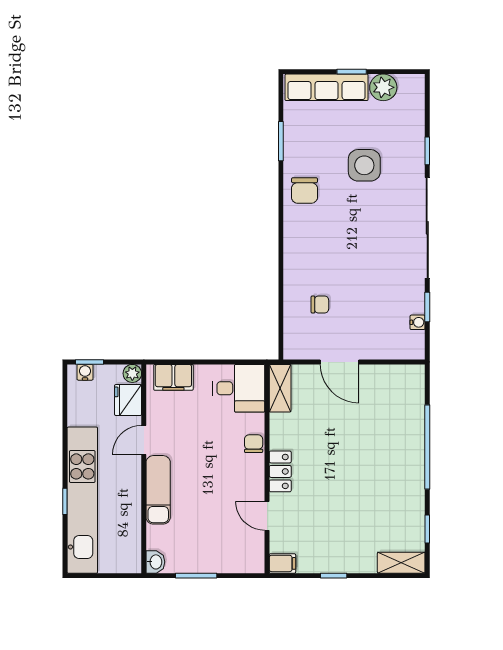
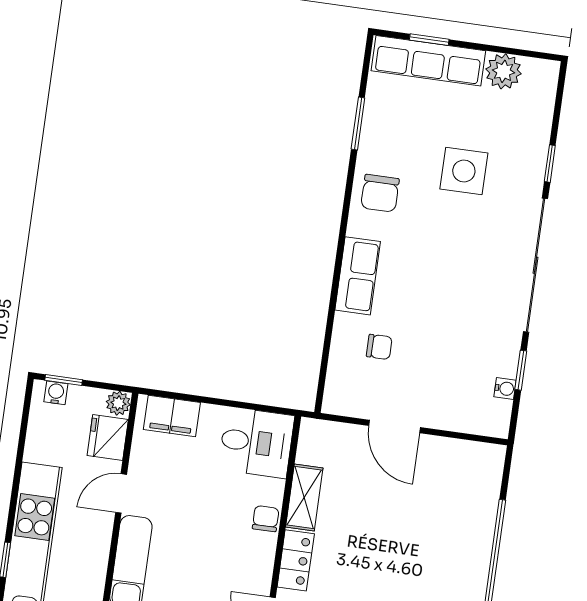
window: (352, 72) -> (429, 40), moved
row of seats: (296, 254) -> (358, 276), added
shelving: (280, 388) -> (304, 497), moved

